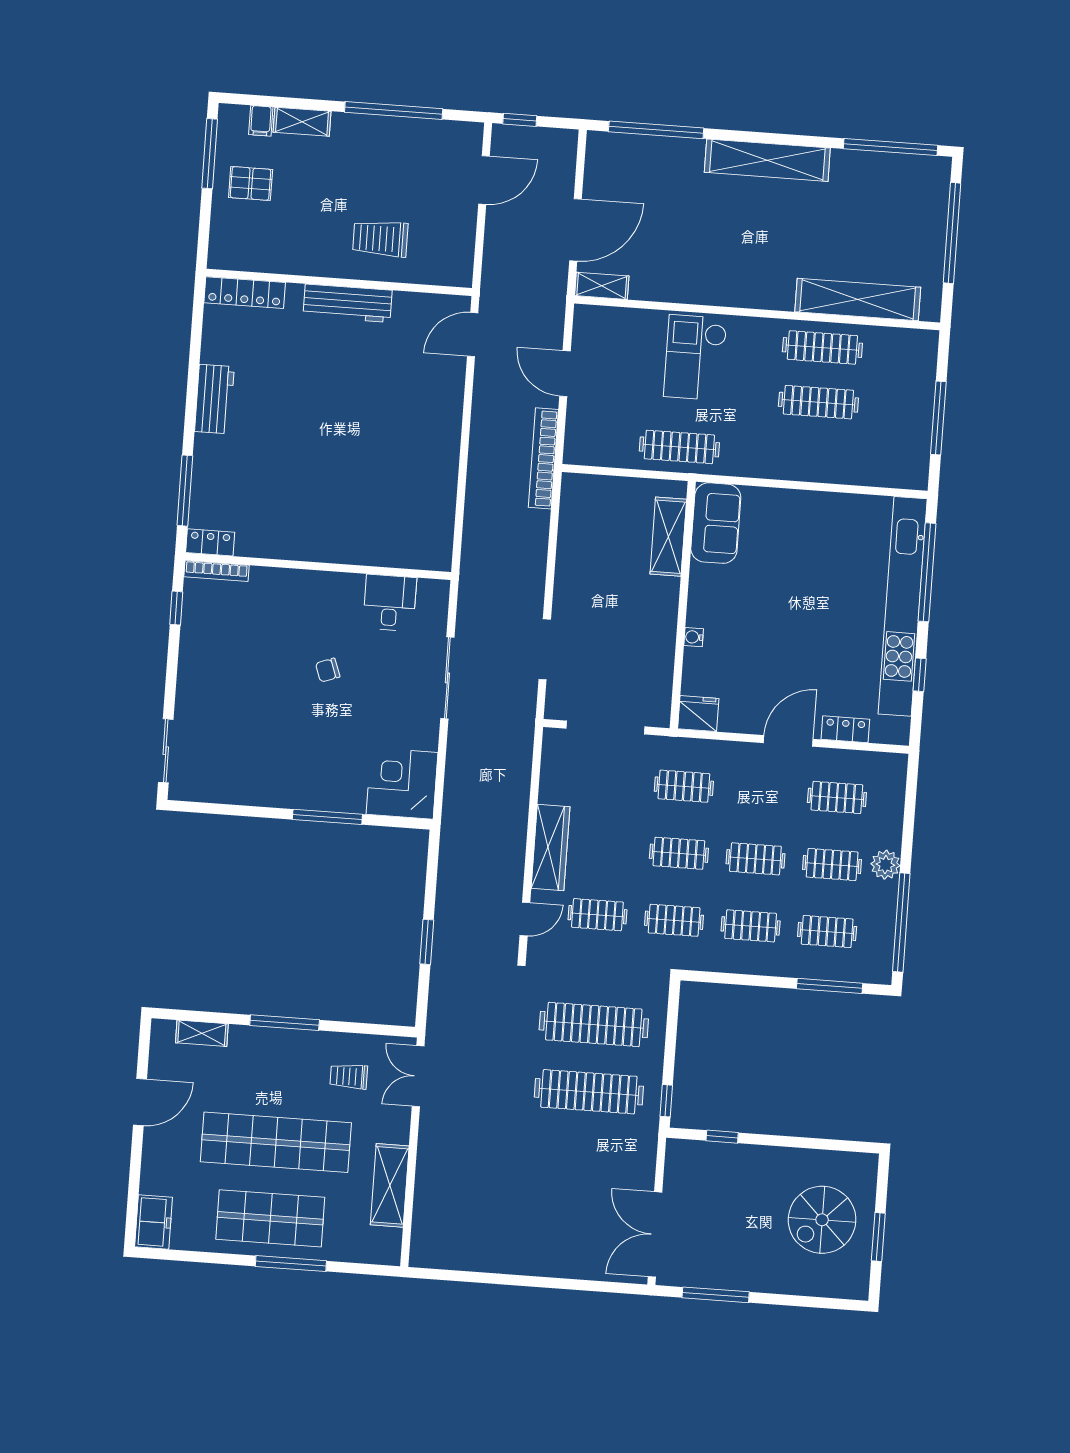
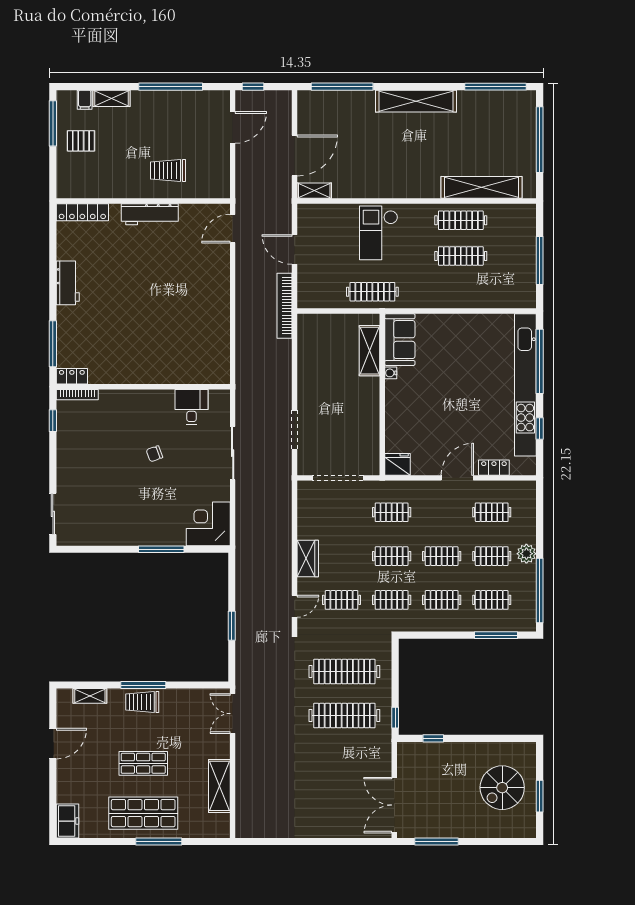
water cooler: (694, 637) -> (391, 373), moved
wardrobe: (550, 848) -> (308, 558), width x0.67
trolley: (349, 1076) -> (142, 702), moved, width x1.36, depth x1.39
shop shelf: (276, 1142) -> (143, 763), width x0.50, depth x0.74

